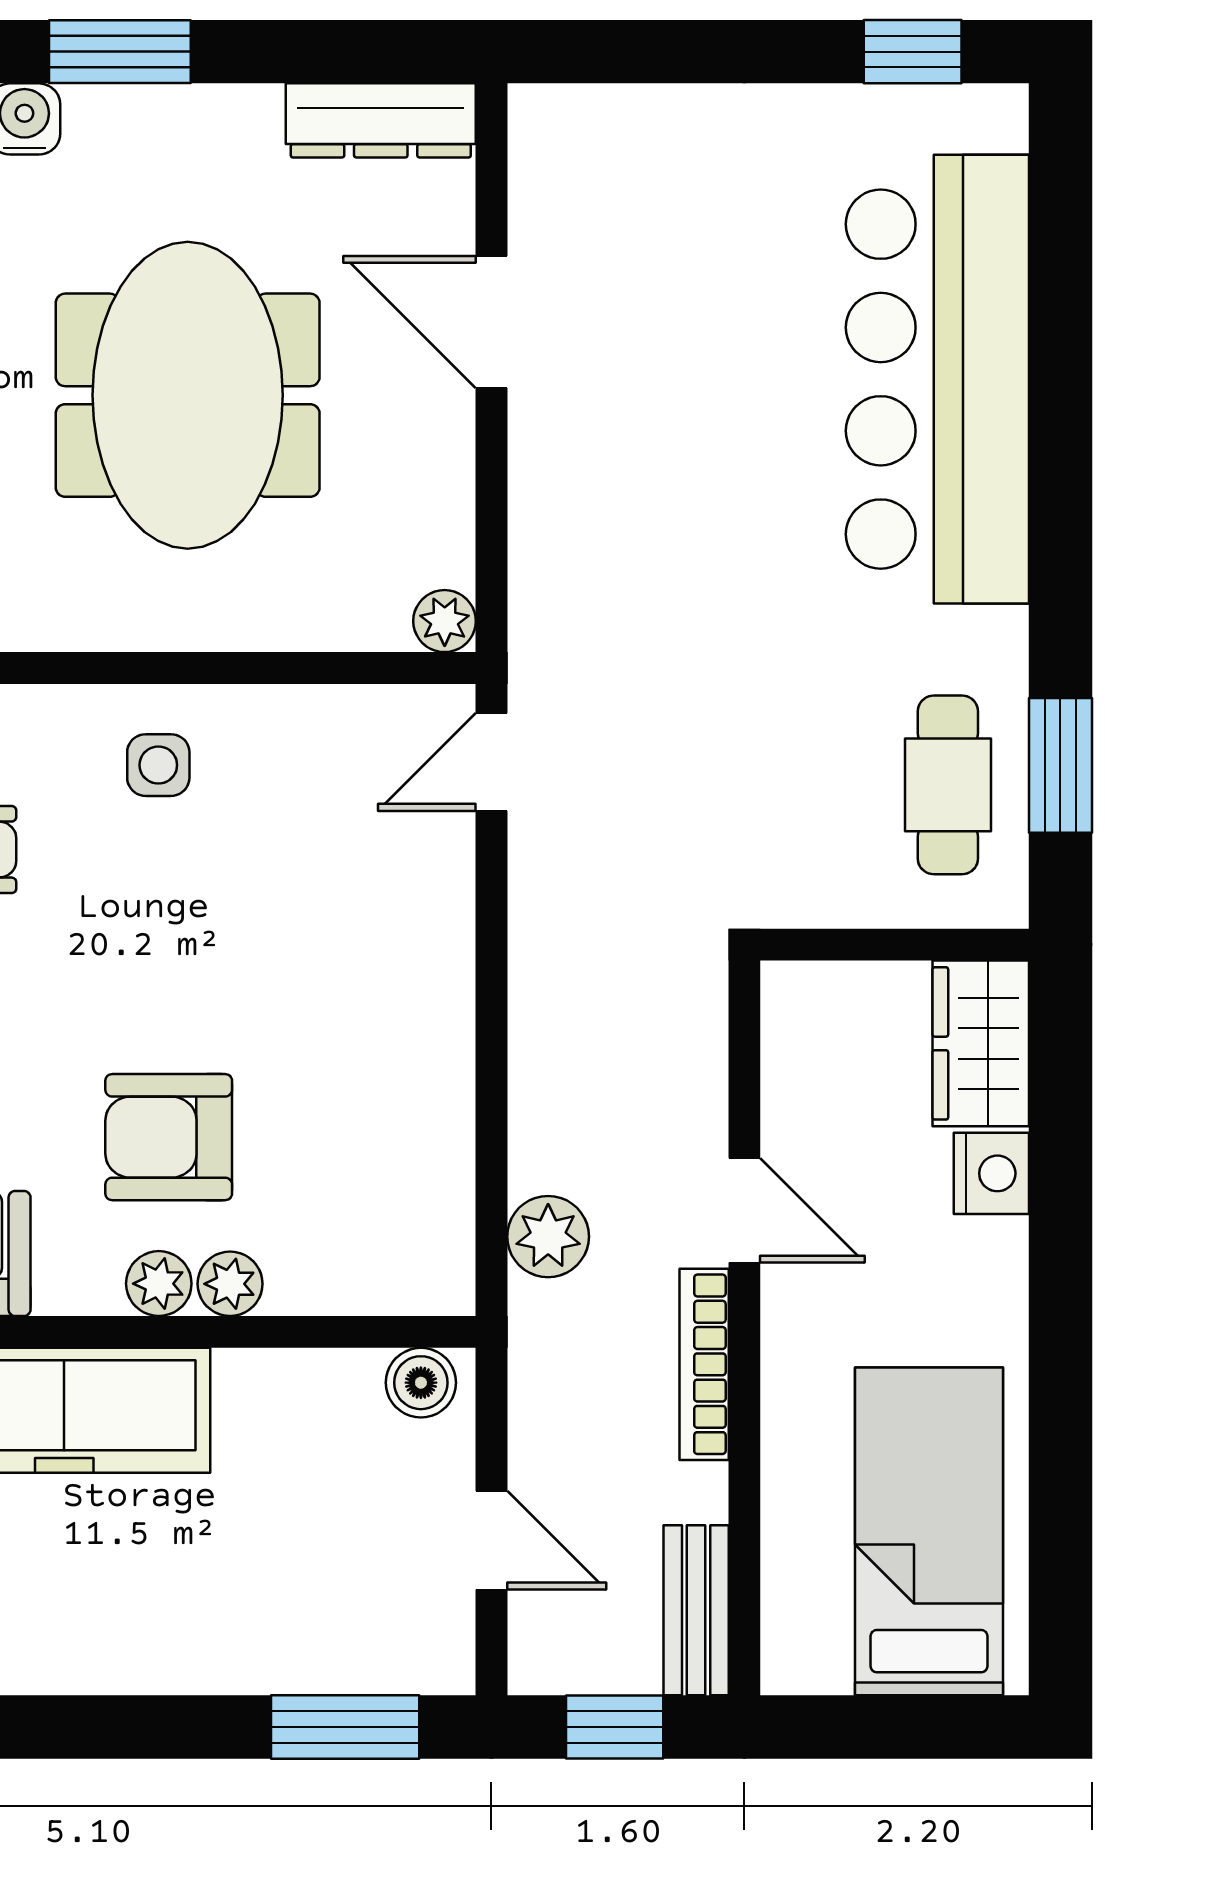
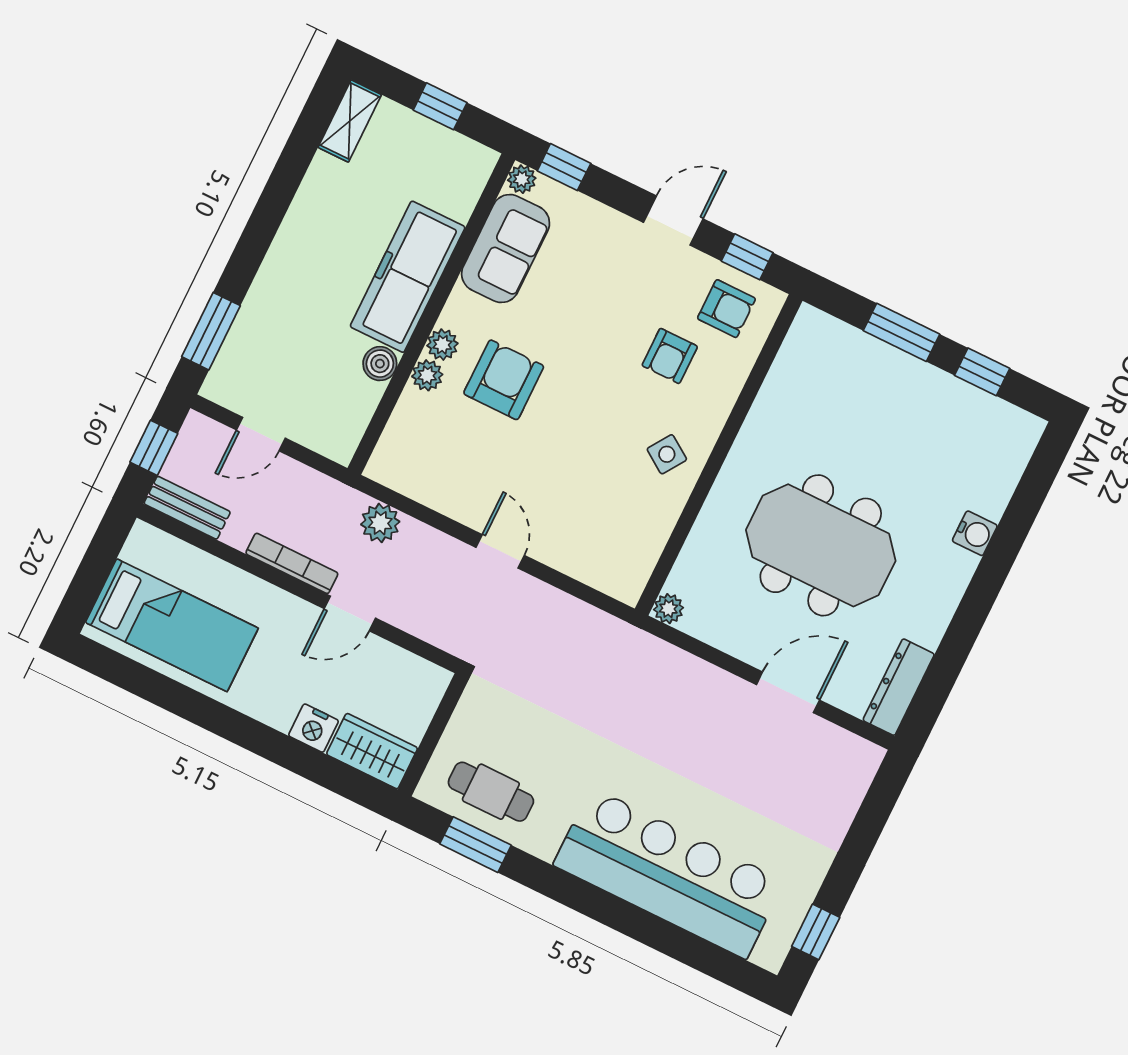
window: (120, 52) -> (984, 589), removed
door: (491, 762) -> (500, 551), moved
side table: (158, 765) -> (667, 454), turned 34
boiler: (421, 1383) -> (380, 364), moved

